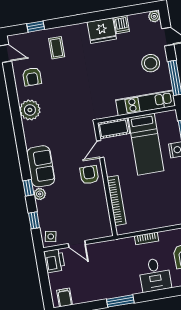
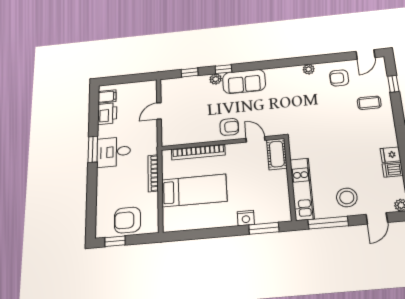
fridge: (102, 31) -> (391, 155), width x0.53, depth x0.75
plant: (30, 110) -> (309, 69), width x0.53, depth x0.53
bed: (146, 144) -> (194, 190), moved, turned 180
side table: (51, 237) -> (171, 87), removed
bookcase: (146, 238) -> (153, 173), width x1.56
printer: (54, 261) -> (107, 114), moved, turned -90
desk: (155, 275) -> (114, 152), moved

